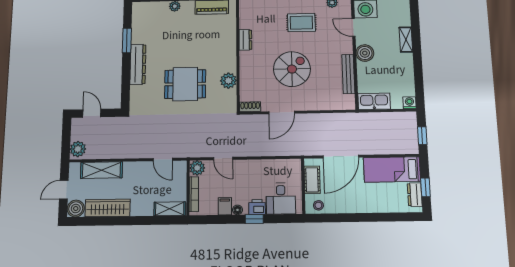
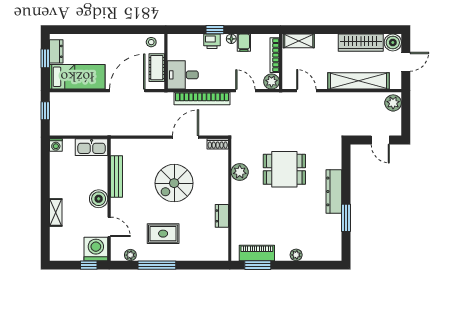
bookcase: (266, 150) -> (202, 98), added
shelving: (101, 170) -> (359, 81), width x1.47
desk: (281, 199) -> (183, 75), moved, turned -90

